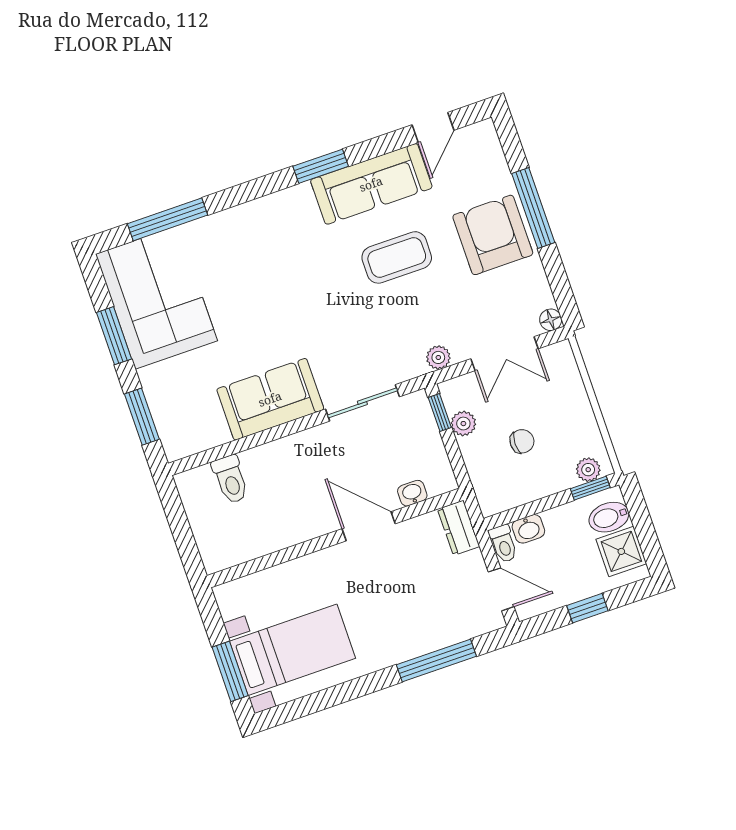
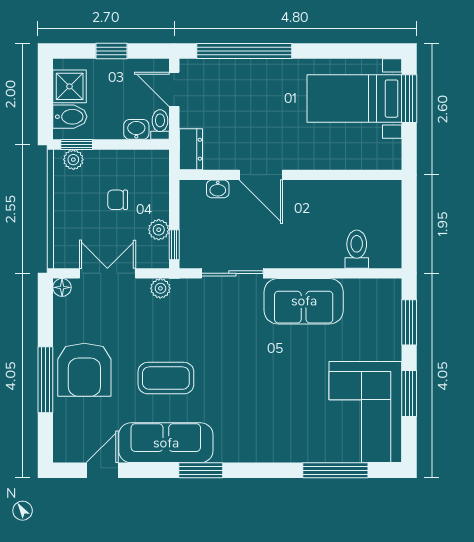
window: (436, 660) -> (244, 51), width x1.46

